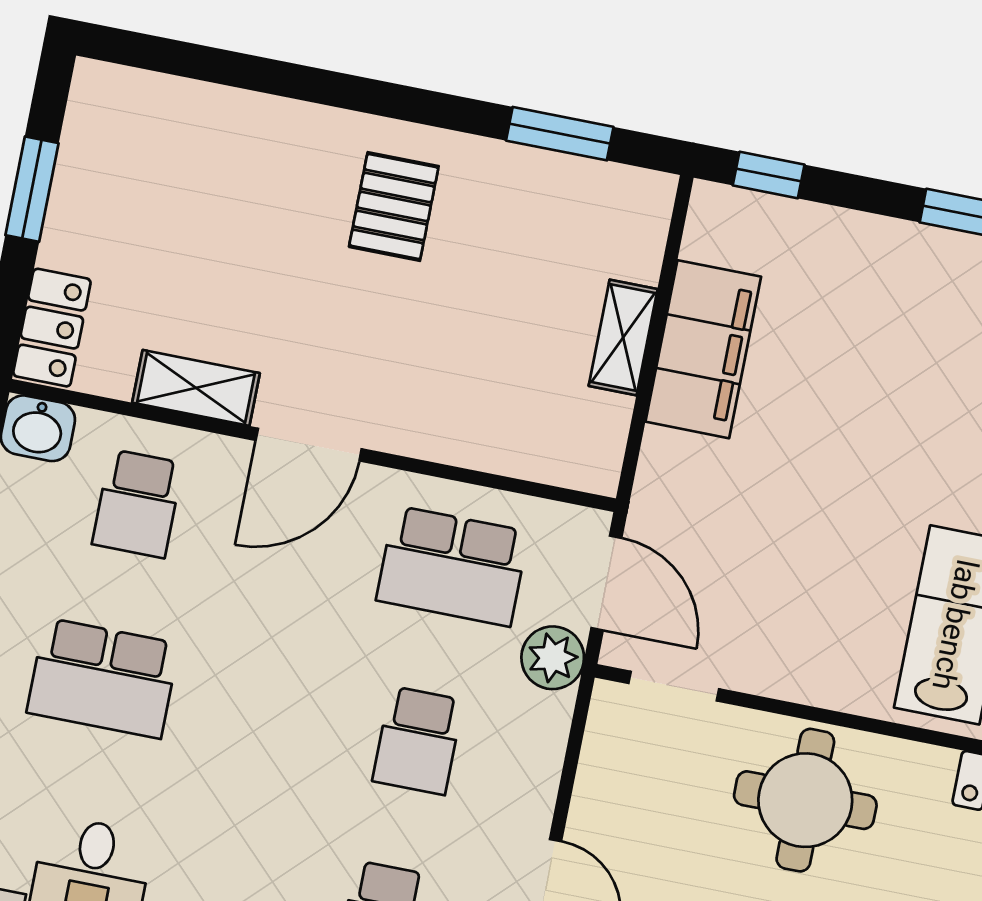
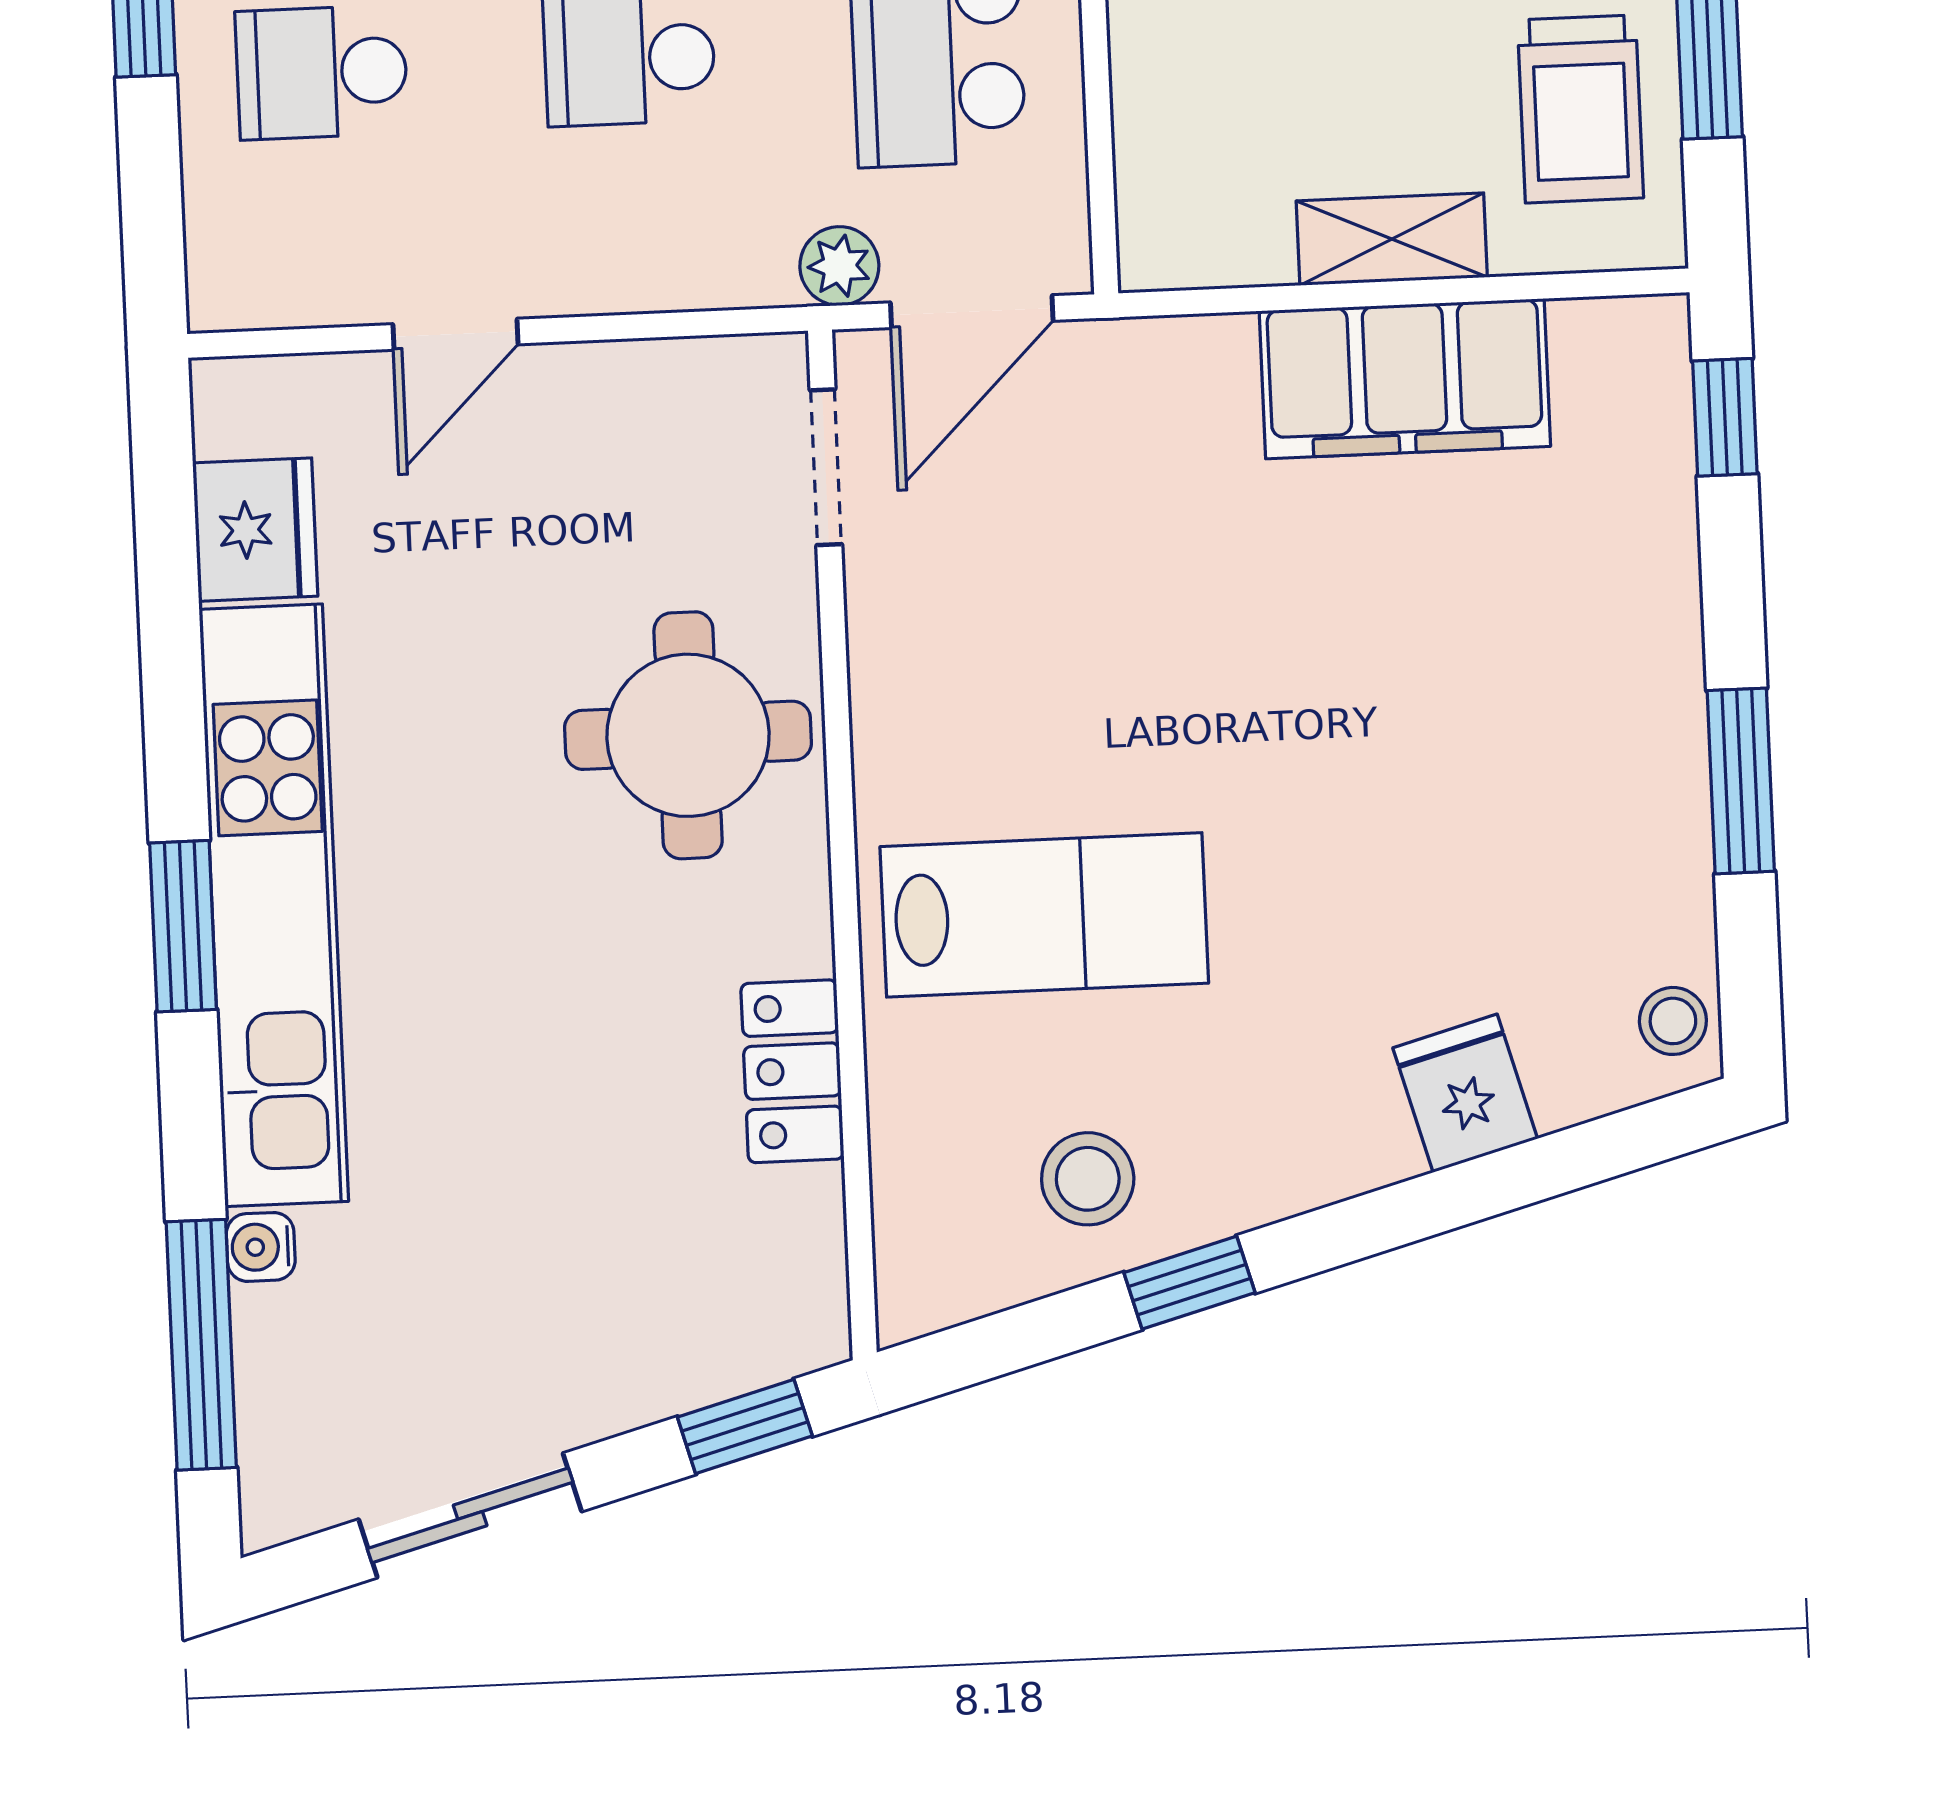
trolley: (576, 214) -> (1580, 109), added
plant: (553, 658) -> (839, 266), width x0.73, depth x0.73

